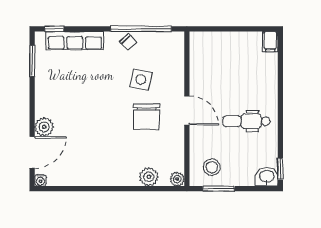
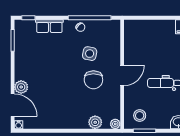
row of seats: (75, 41) -> (49, 26), width x0.68
door: (187, 110) -> (122, 75), hinge flipped
door: (32, 152) -> (13, 105), hinge flipped

